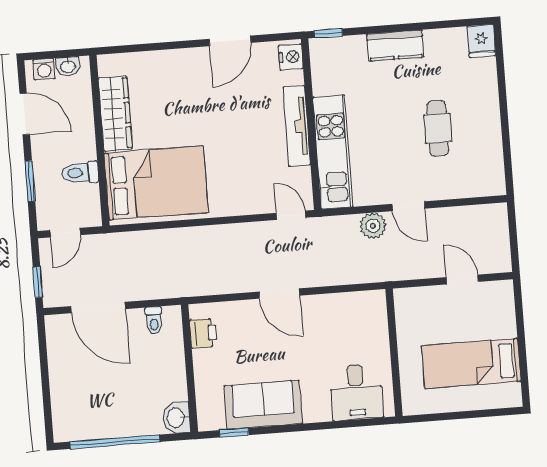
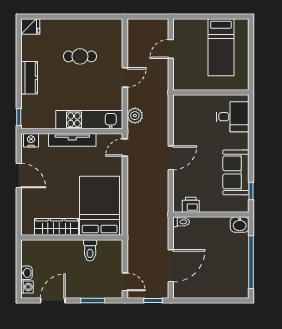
wardrobe: (115, 114) -> (57, 227), moved
wall: (99, 140) -> (72, 237), moved
toilet: (80, 173) -> (90, 250), moved
bed: (156, 183) -> (100, 206), moved
plant: (373, 226) -> (135, 116), moved
toilet: (154, 321) -> (181, 222), moved

